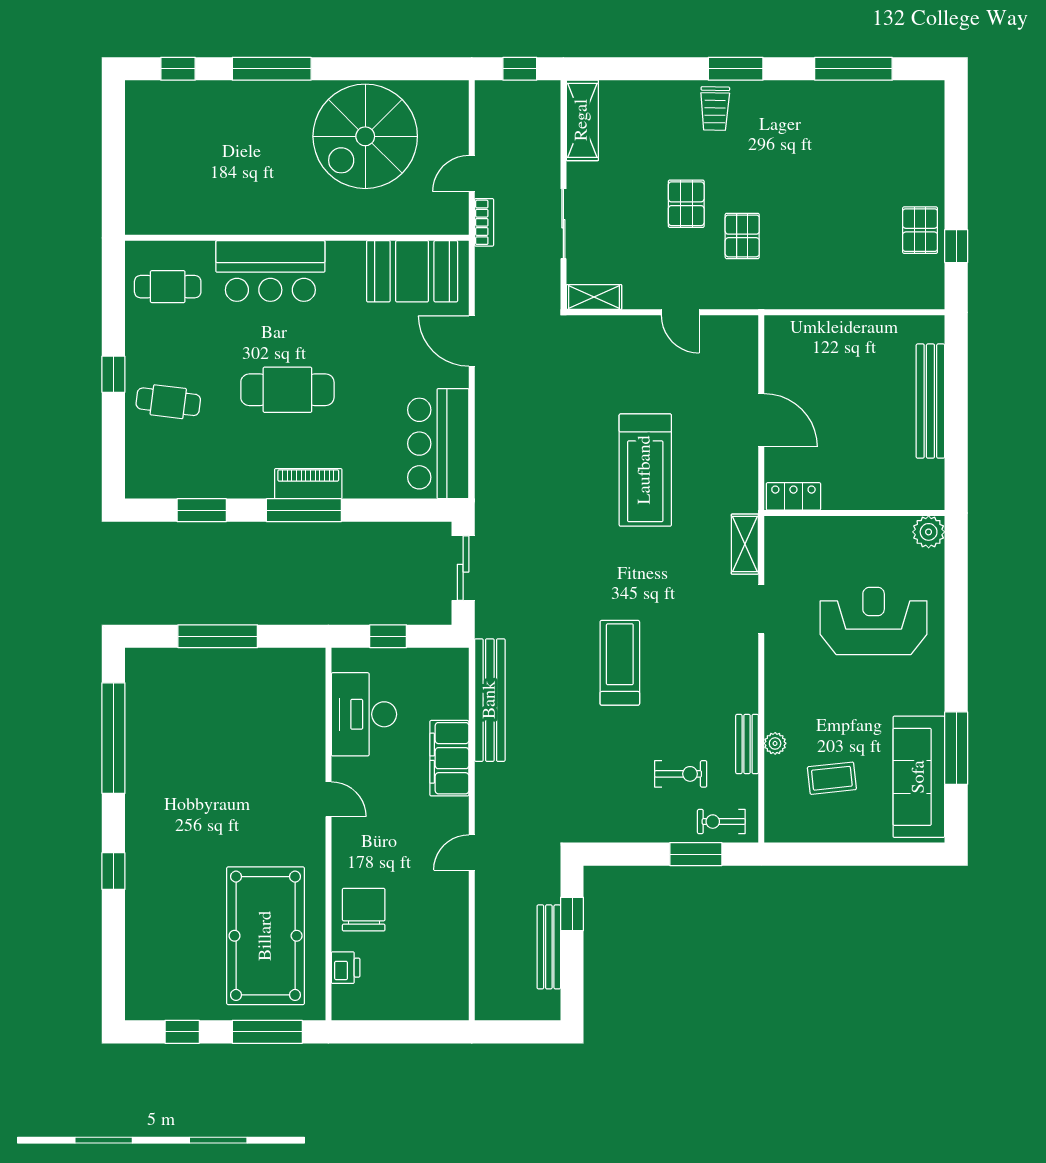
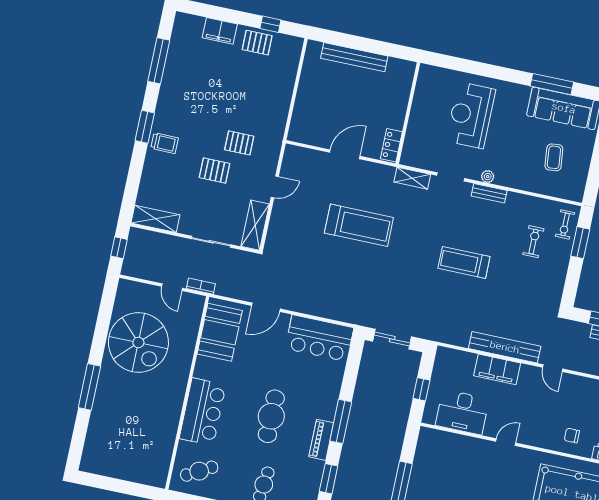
window: (178, 69) -> (78, 439), removed
filing cabinet: (926, 162) -> (220, 31), added
cafe table: (168, 287) -> (199, 471), turned 61
shelving: (594, 297) -> (255, 225), width x1.50, depth x1.33
piano: (308, 484) -> (321, 440), moved
plant: (929, 532) -> (427, 74), removed
bench: (490, 700) -> (505, 347), moved
plant: (775, 743) -> (488, 177), moved
bench: (747, 744) -> (489, 193), moved
chair: (364, 910) -> (572, 436), width x0.54, depth x0.54

